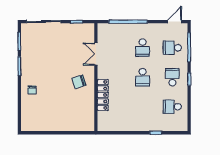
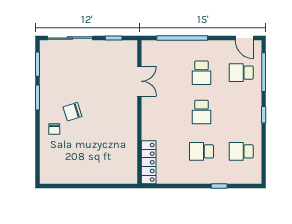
door: (175, 22) -> (244, 38), swing flipped
double door: (96, 54) -> (139, 81), swing flipped
school desk: (172, 77) -> (202, 151), moved, turned -90
chair: (79, 82) -> (72, 112), moved
locker: (103, 95) -> (149, 162), moved

